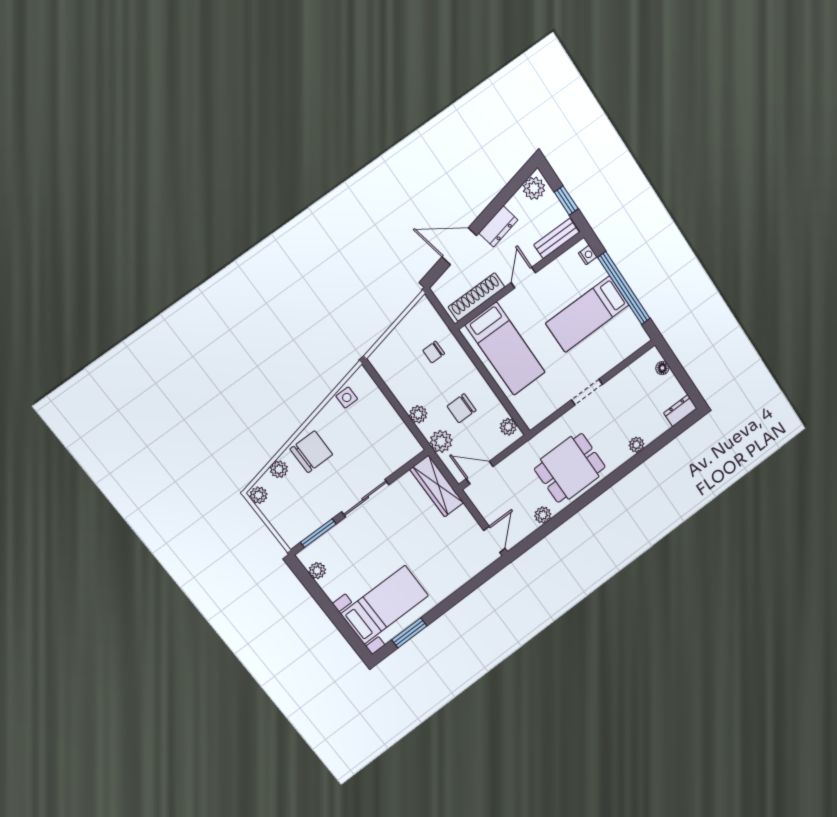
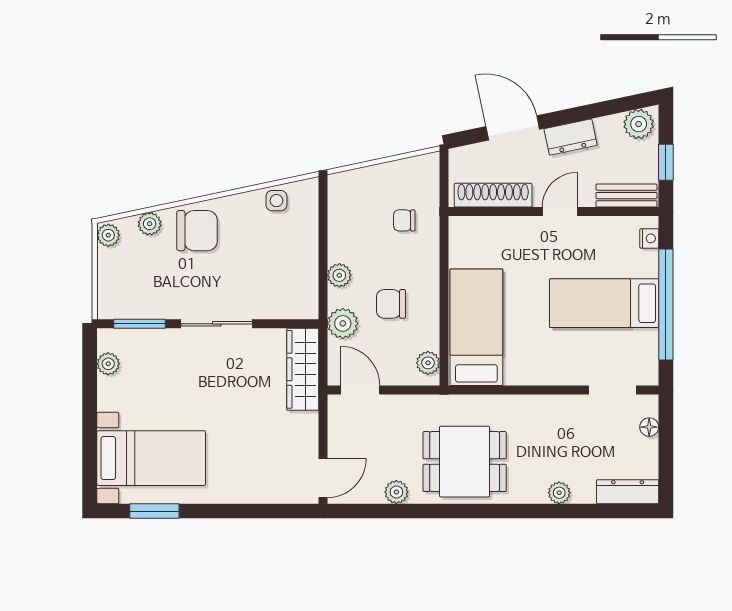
bed: (505, 349) -> (476, 327), moved, turned 180
doorway: (587, 392) -> (612, 390), moved
dresser: (680, 411) -> (628, 492), width x1.44

